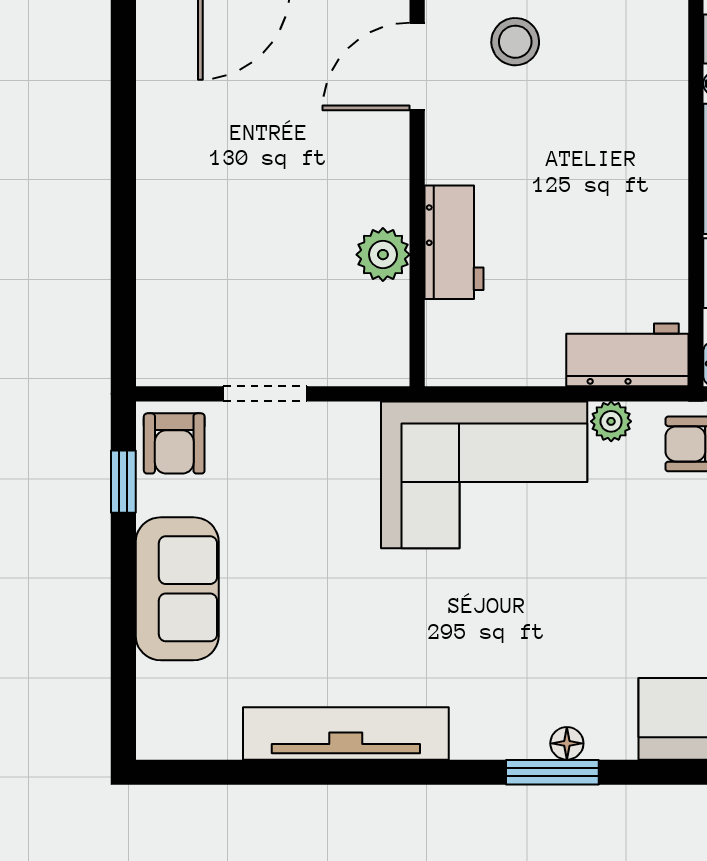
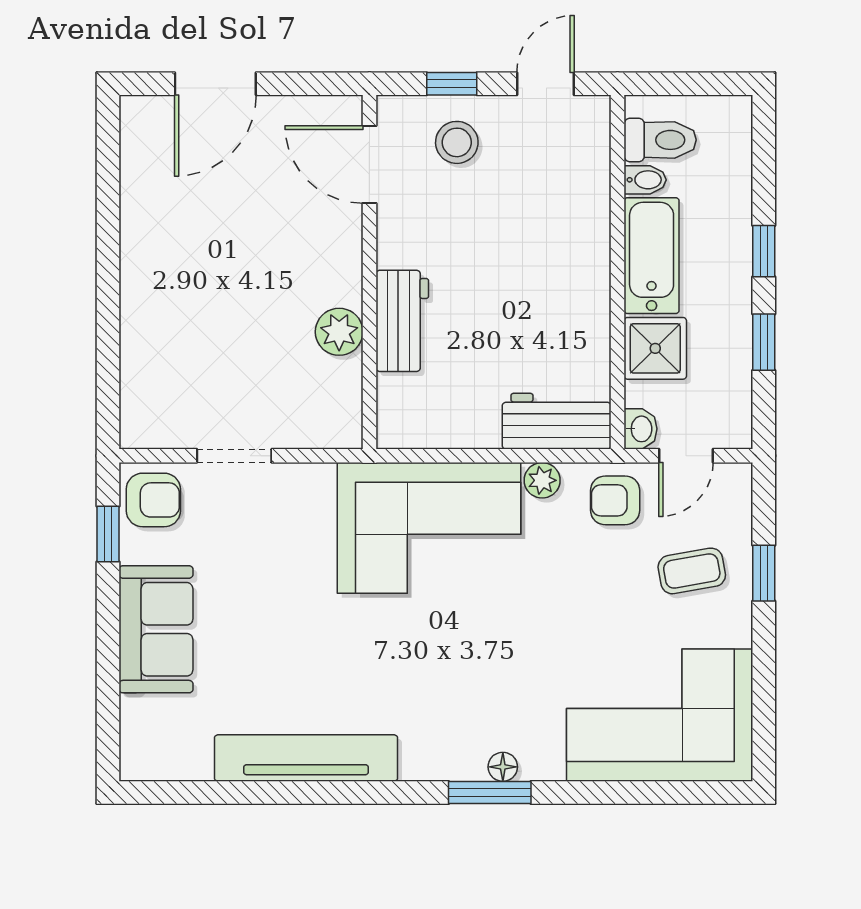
door: (417, 67) -> (369, 165), hinge flipped
armchair: (174, 443) -> (153, 500), turned -90

